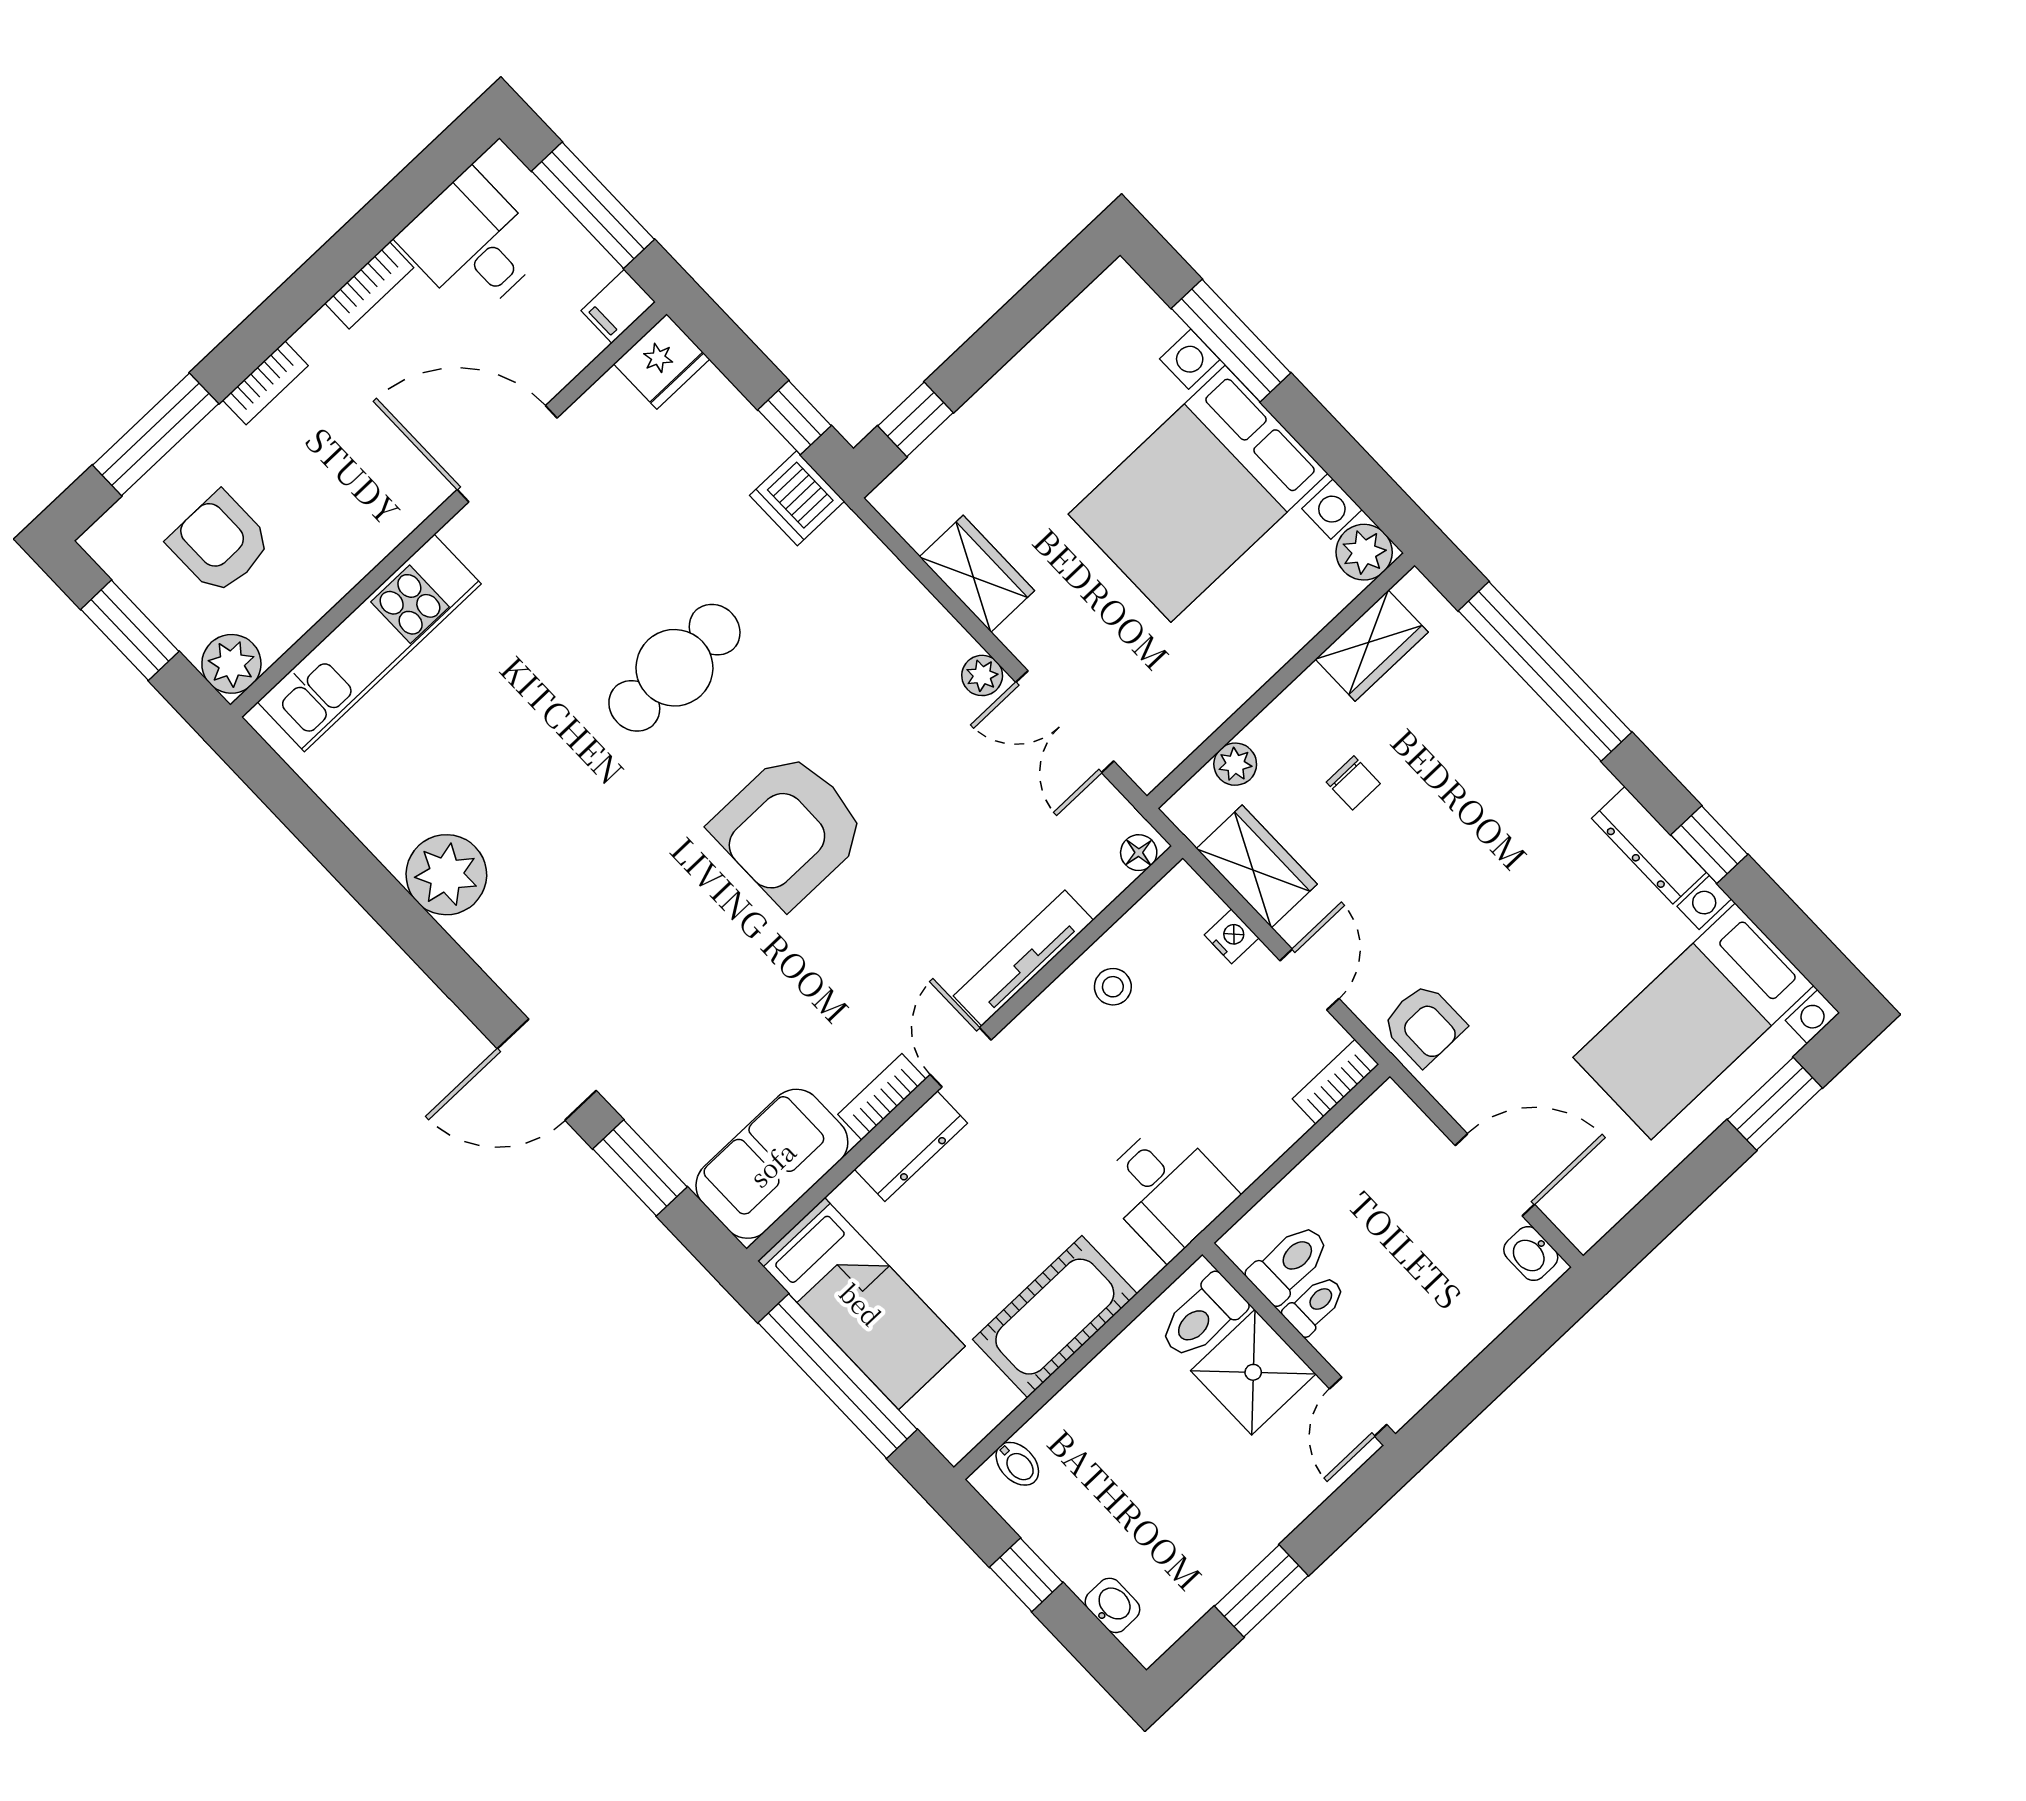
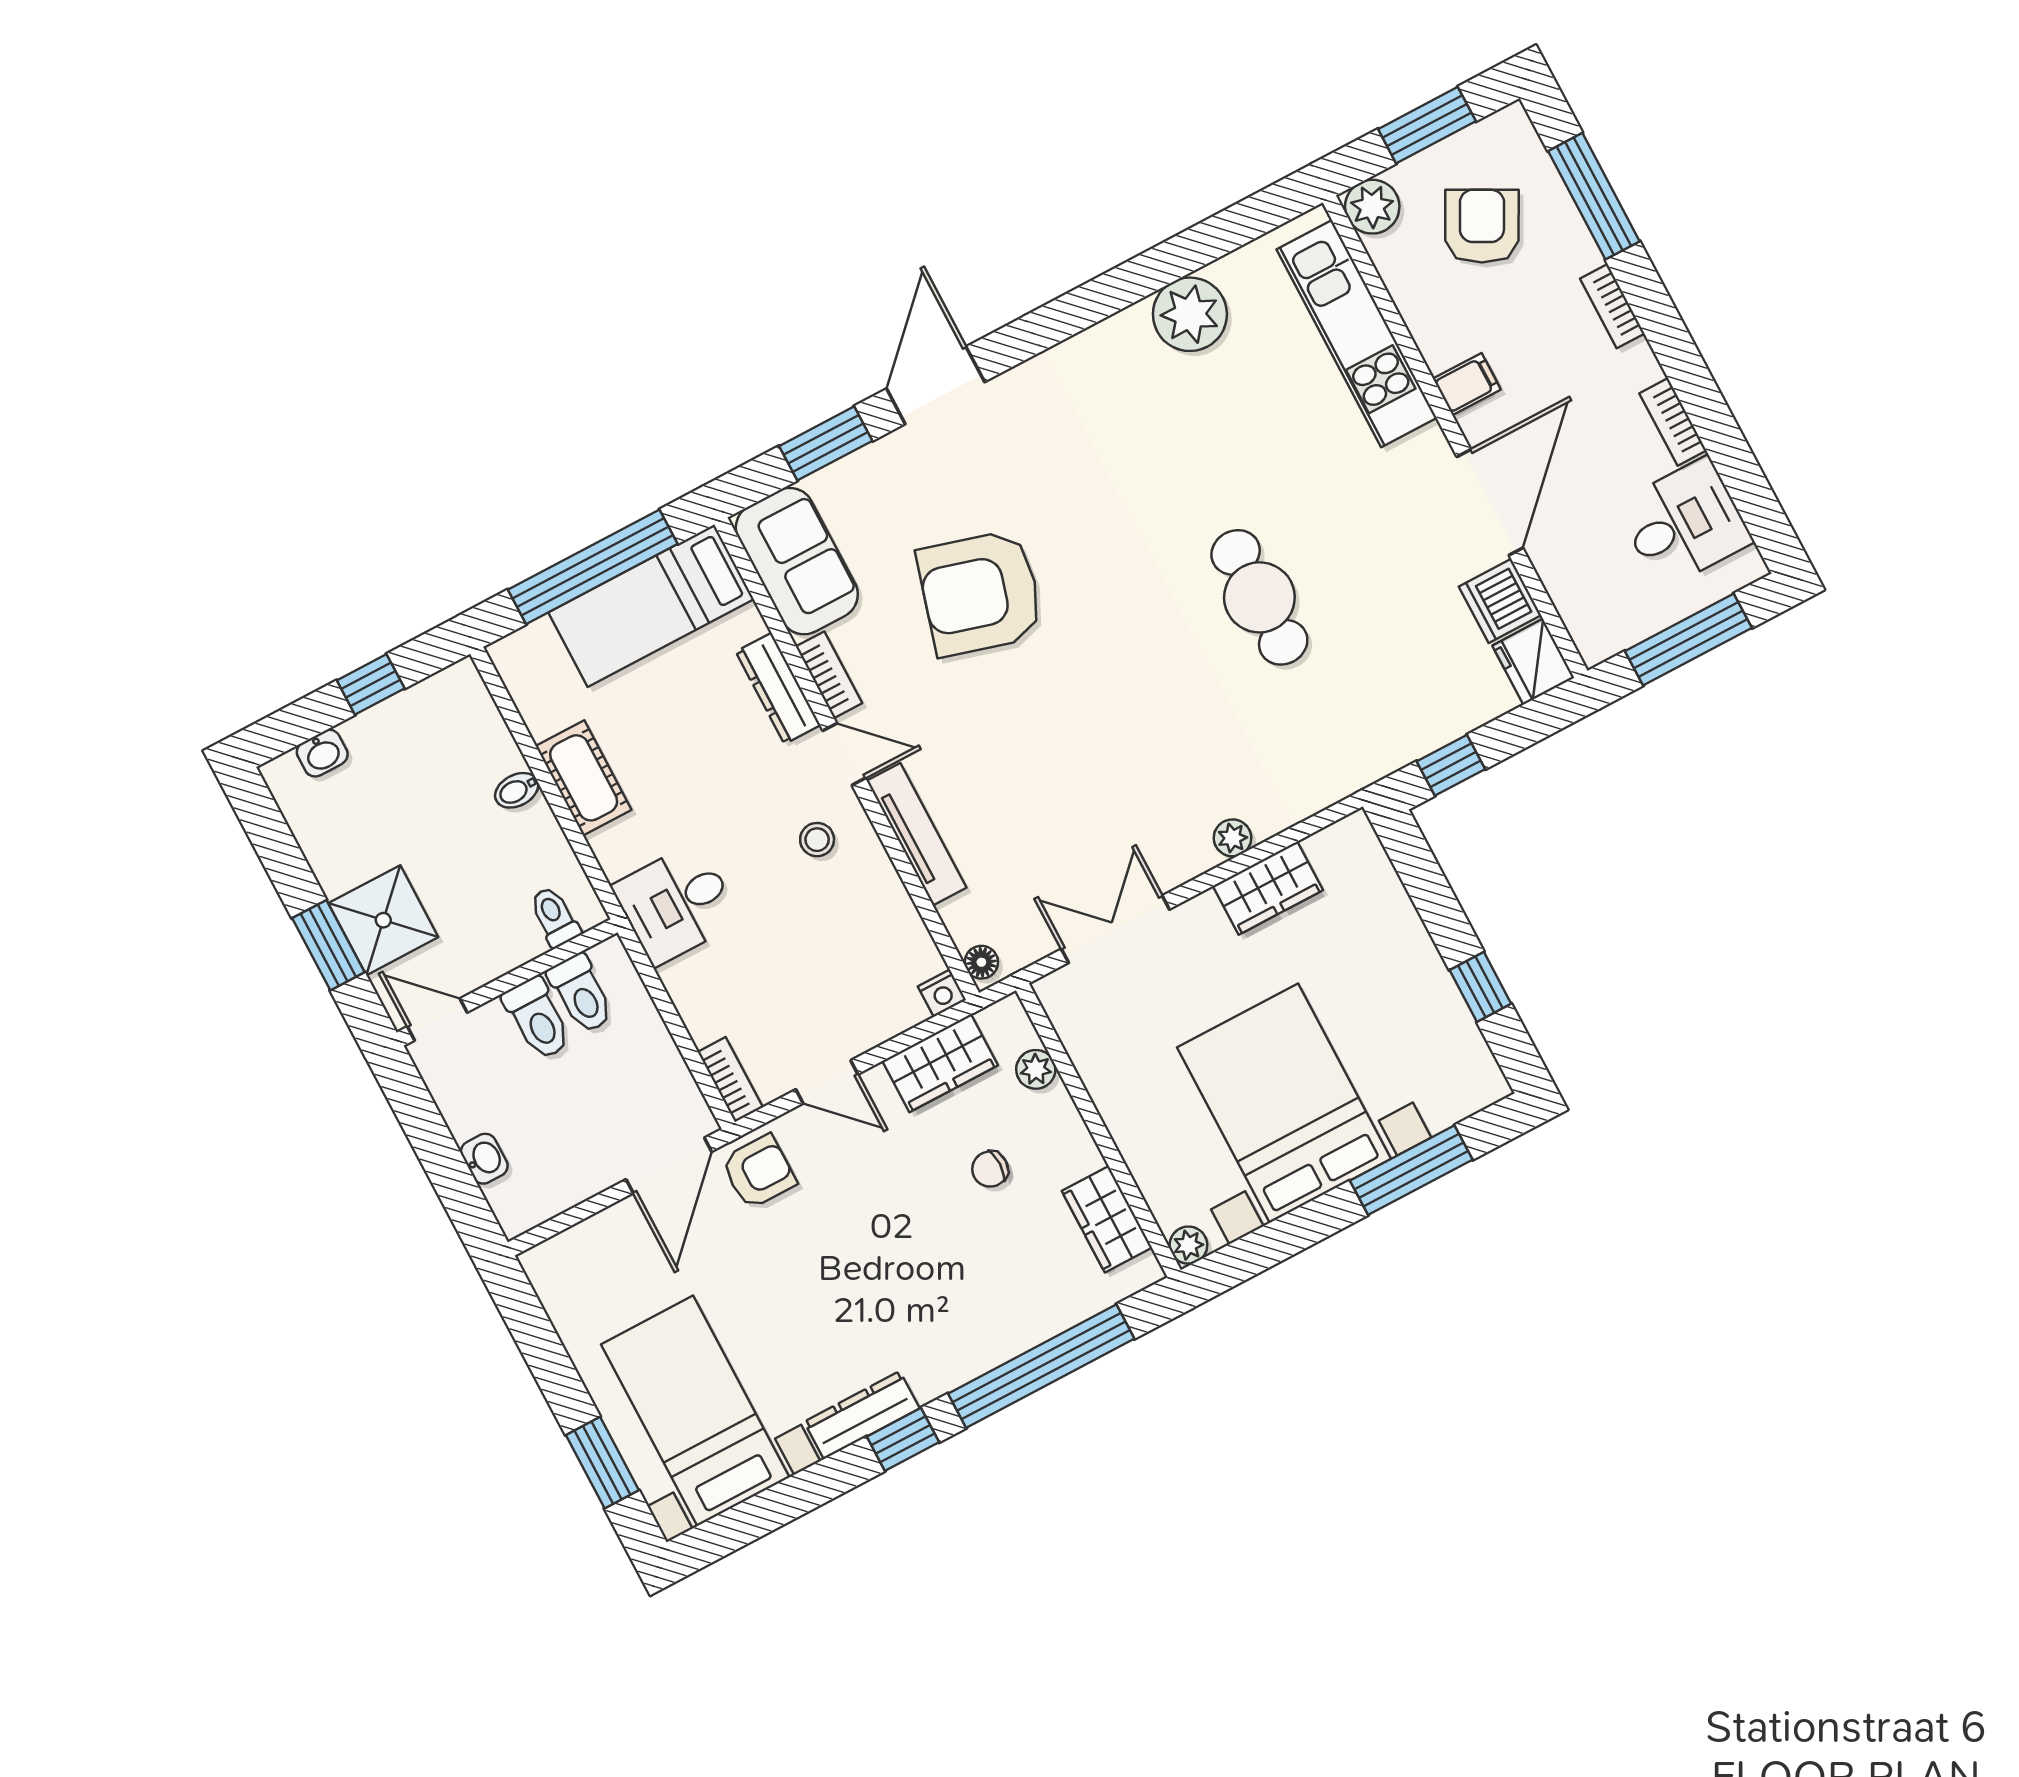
filing cabinet: (618, 306) -> (1467, 384), moved, turned 90
window: (916, 419) -> (1480, 987), moved
dishwasher: (797, 498) -> (1500, 601), moved, turned -90
armchair: (220, 543) -> (1482, 226), turned -62
plant: (1364, 552) -> (1188, 1245), width x0.73, depth x0.73
plant: (982, 675) -> (1233, 838), moved
armchair: (789, 829) -> (980, 593), moved, turned -74
window: (1709, 845) -> (903, 1439), moved
plant: (446, 875) -> (1190, 314), moved
nightstand: (1232, 936) -> (942, 993), moved
stool: (1113, 987) -> (817, 840), moved
armchair: (1424, 1025) -> (759, 1172), turned 180
door: (1495, 1175) -> (669, 1166), moved
washbasin: (1531, 1254) -> (484, 1159), moved, turned 90
toilet: (1315, 1305) -> (537, 1019), width x1.37, depth x1.39
cot: (1055, 1317) -> (584, 778), width x0.73, depth x0.75
toilet: (1202, 1317) -> (554, 917), width x0.73, depth x0.72
shower: (1253, 1372) -> (383, 920), moved
bidet: (1017, 1464) -> (517, 790), moved
window: (1261, 1591) -> (328, 945), moved

